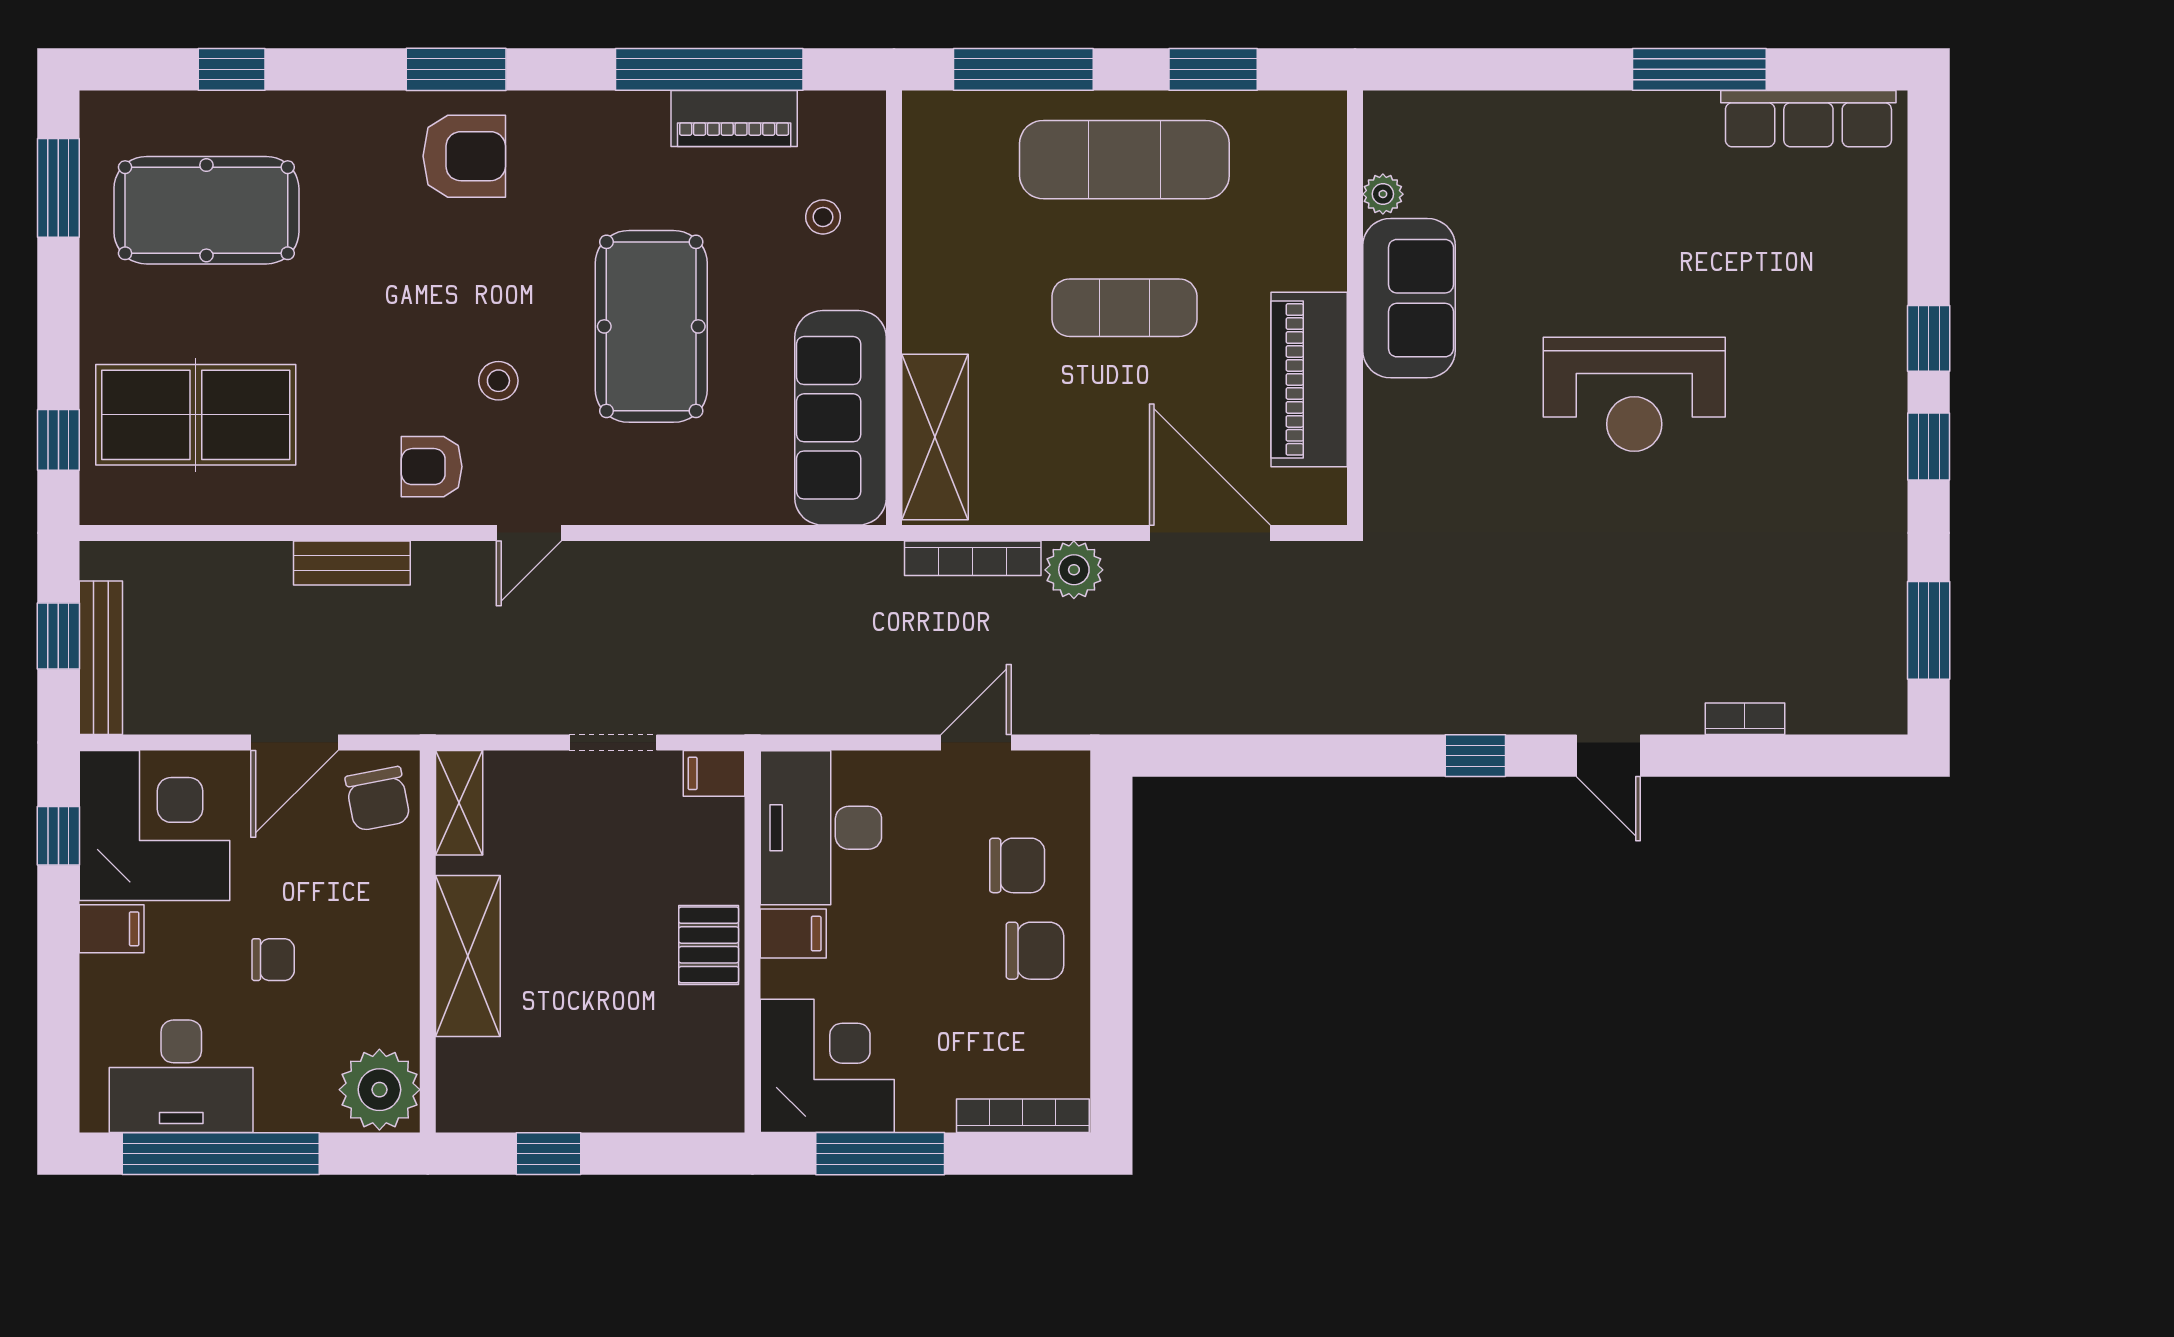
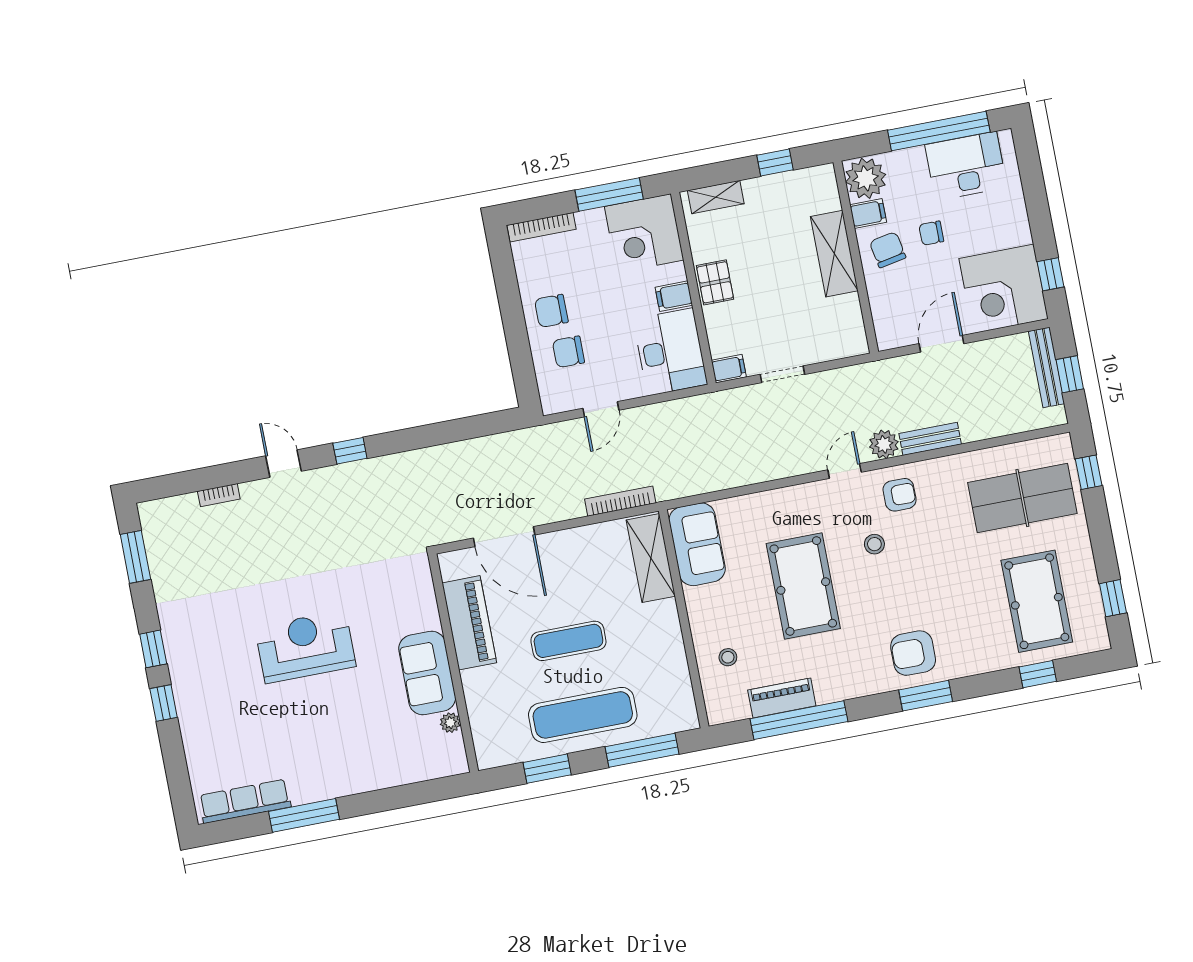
window: (58, 188) -> (1113, 598), width x0.67
pool table: (206, 210) -> (1037, 601), turned 90
sofa: (841, 418) -> (697, 544), width x0.73
plant: (1074, 570) -> (884, 444), moved
chair: (378, 799) -> (888, 250), moved
shelving: (459, 803) -> (716, 197), moved, turned 90
filing cabinet: (112, 929) -> (868, 213), moved, turned 180

